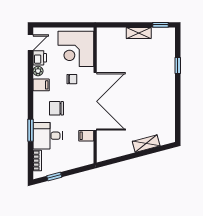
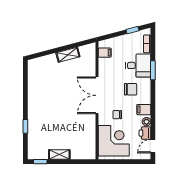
double door: (95, 101) -> (97, 95), width x0.73
filing cabinet: (86, 136) -> (105, 53), moved
shelving: (146, 144) -> (68, 55), moved

